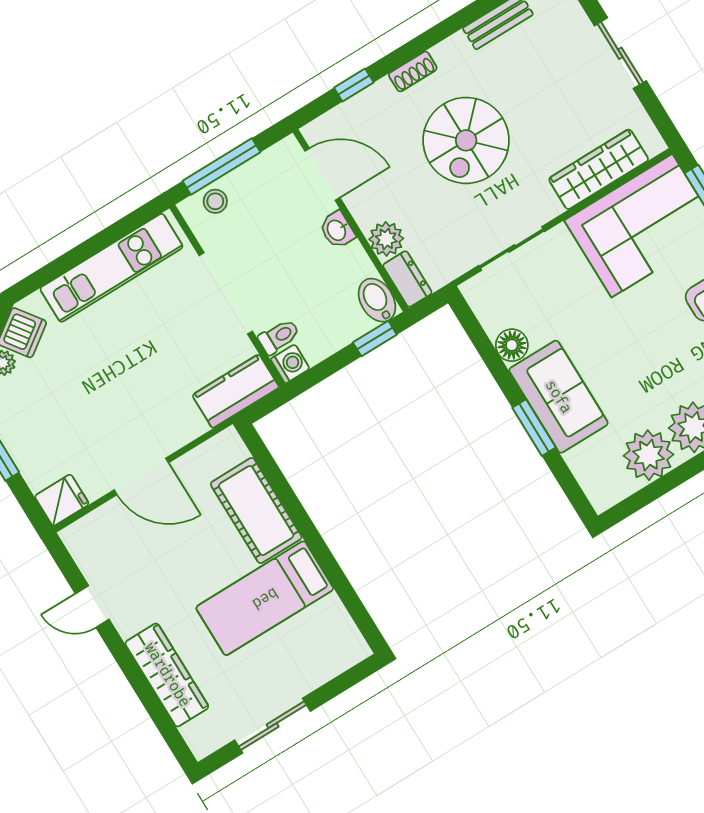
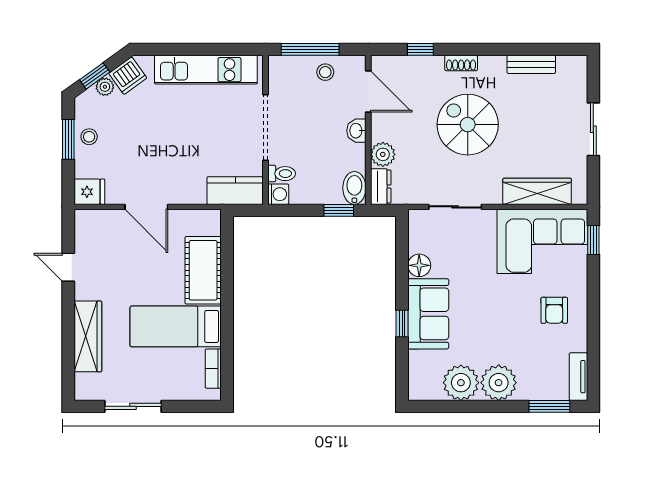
spiral stairs: (466, 140) -> (468, 125), turned 90
stool: (215, 201) -> (325, 72), moved
window: (534, 428) -> (402, 323), width x0.67
stool: (21, 435) -> (89, 137), added
bookcase: (341, 621) -> (213, 369), added

